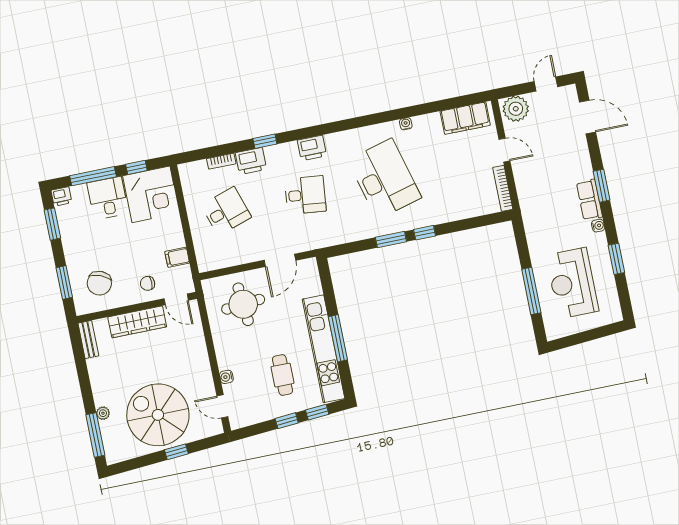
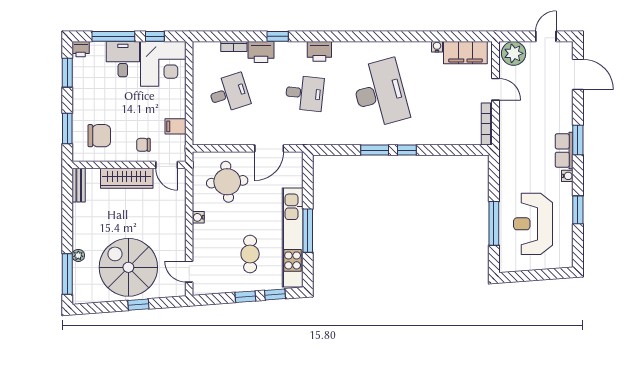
water cooler: (406, 124) -> (437, 47), moved
chair: (99, 283) -> (99, 136), turned -112
water cooler: (226, 377) -> (198, 217), moved

